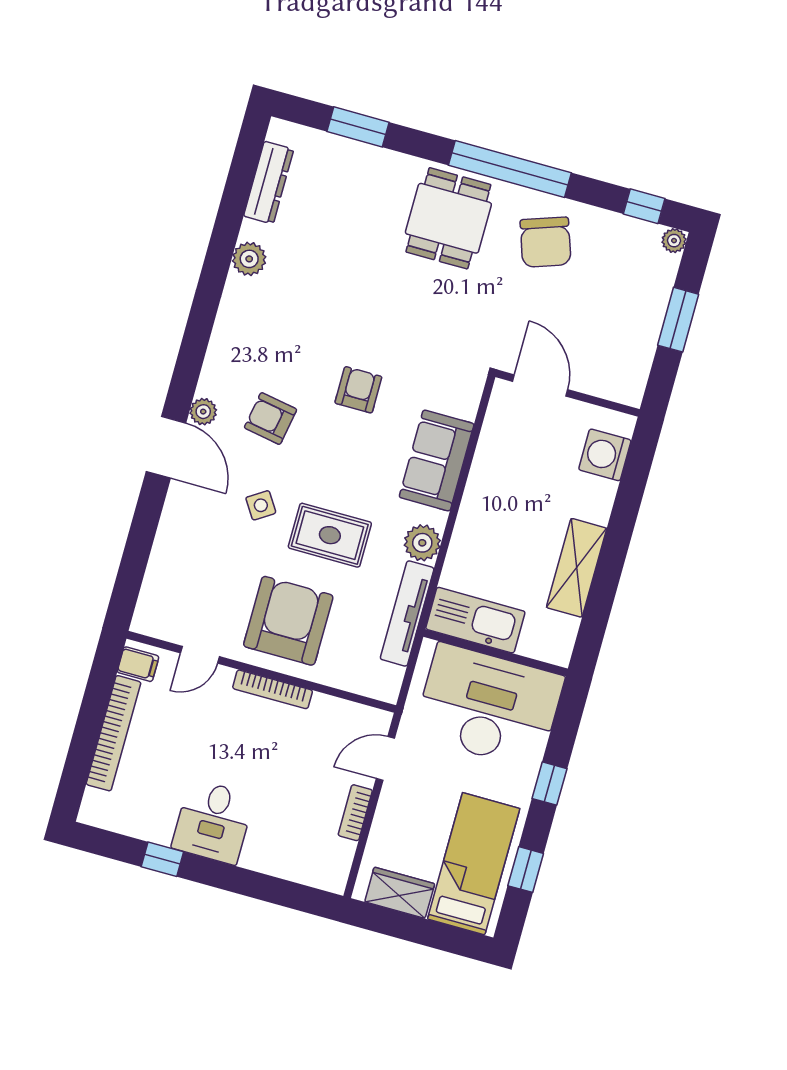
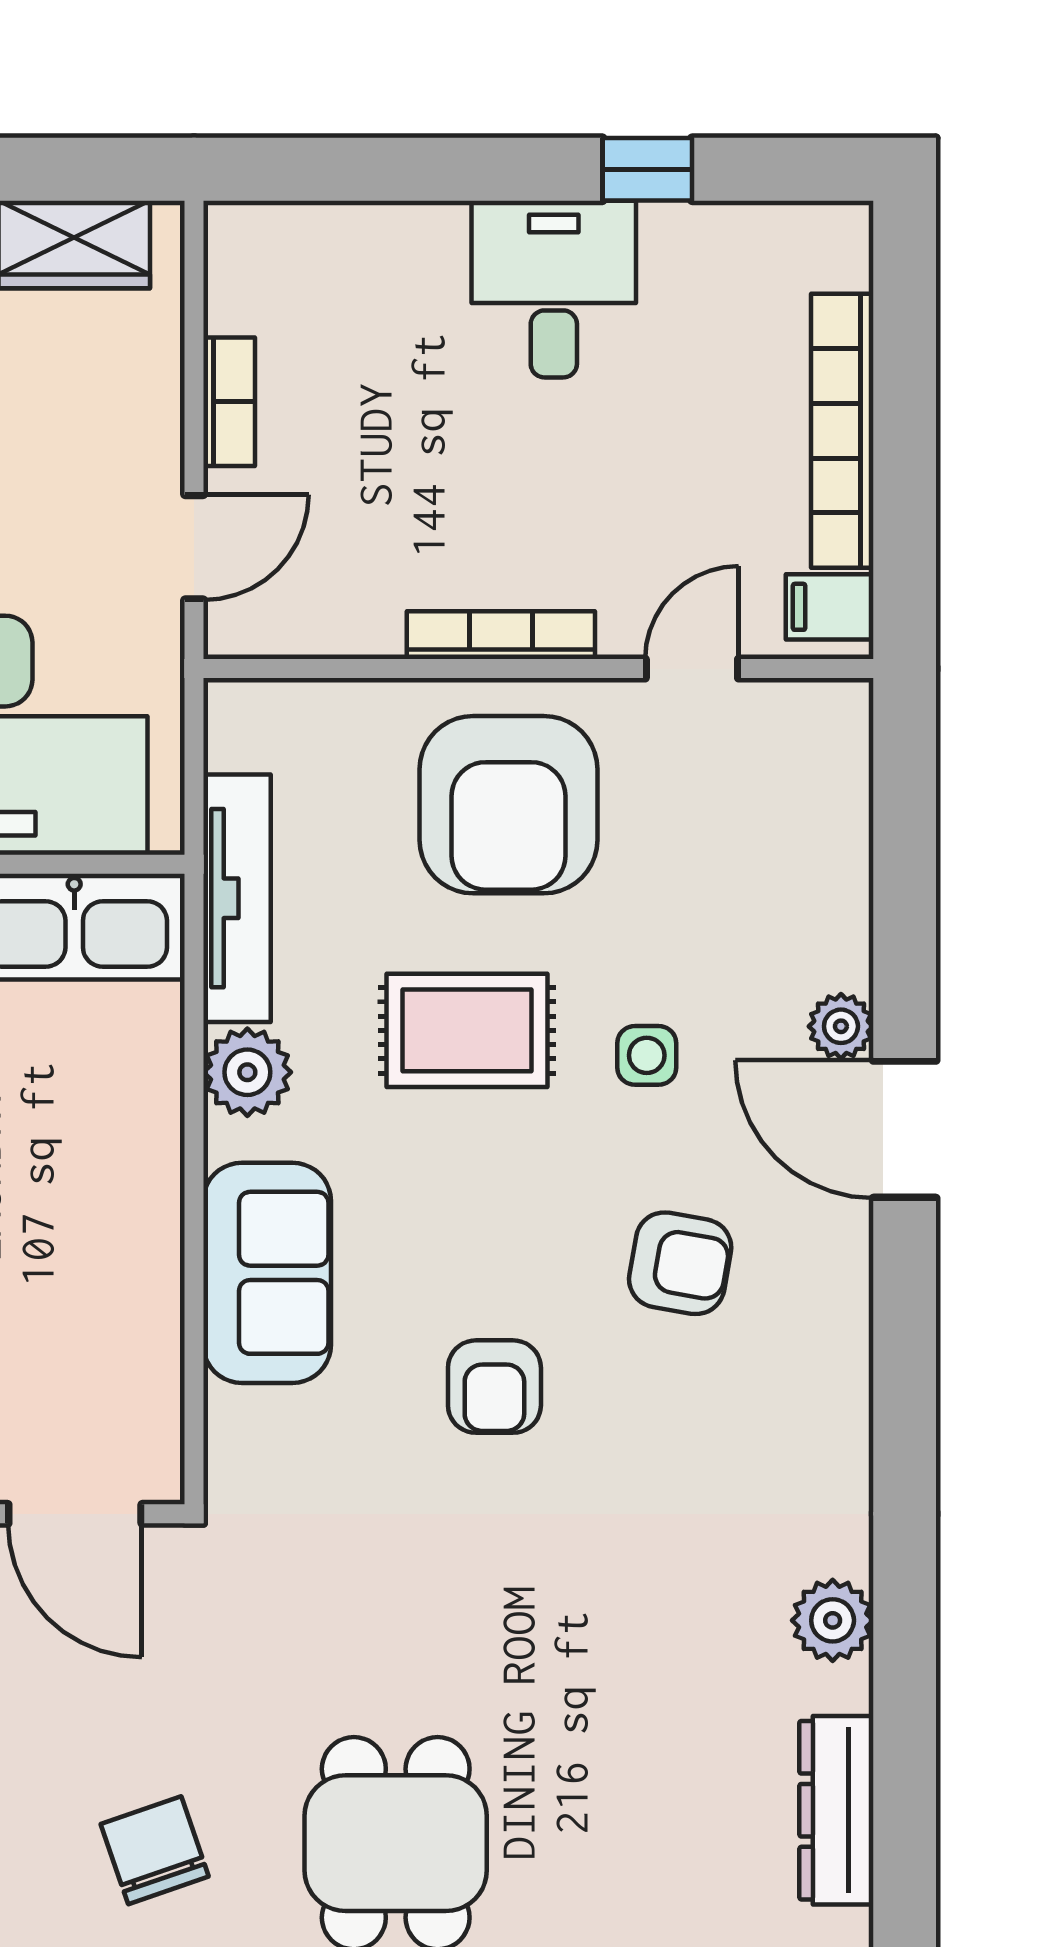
chair: (546, 242) -> (155, 1850), width x0.73, depth x0.73
plant: (203, 412) -> (841, 1026), moved
side table: (261, 505) -> (647, 1055), turned 33

